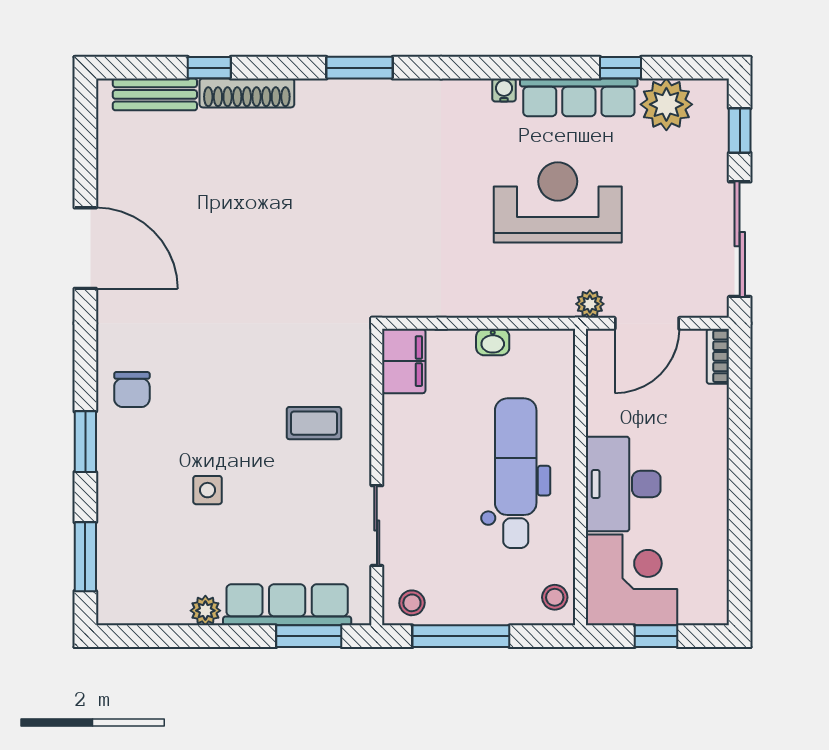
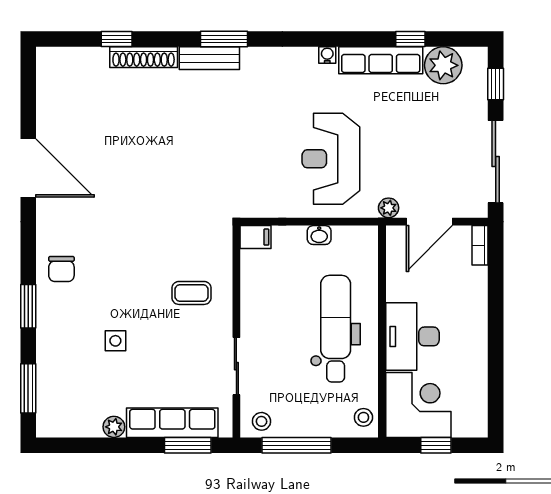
bench: (155, 94) -> (209, 58), moved
reception desk: (558, 202) -> (331, 159), moved, turned -90
filing cabinet: (404, 361) -> (256, 237), width x0.50

